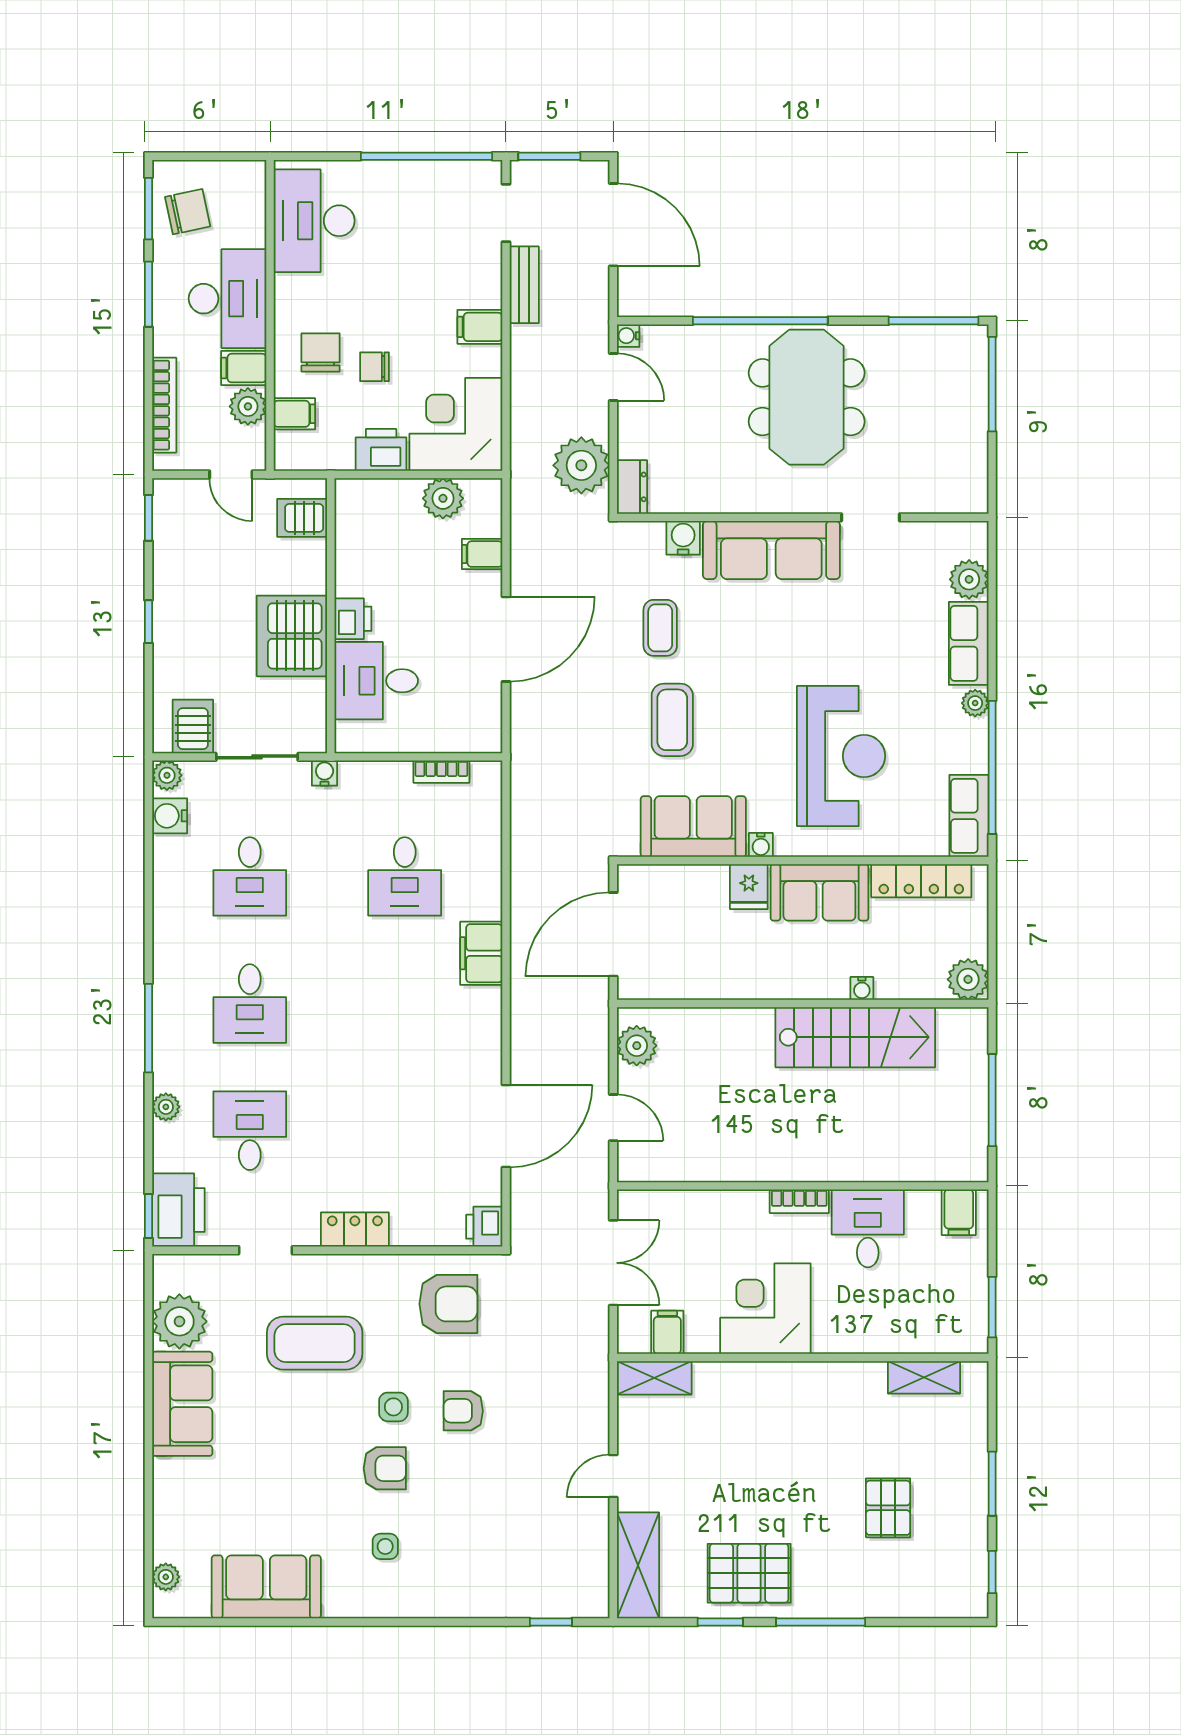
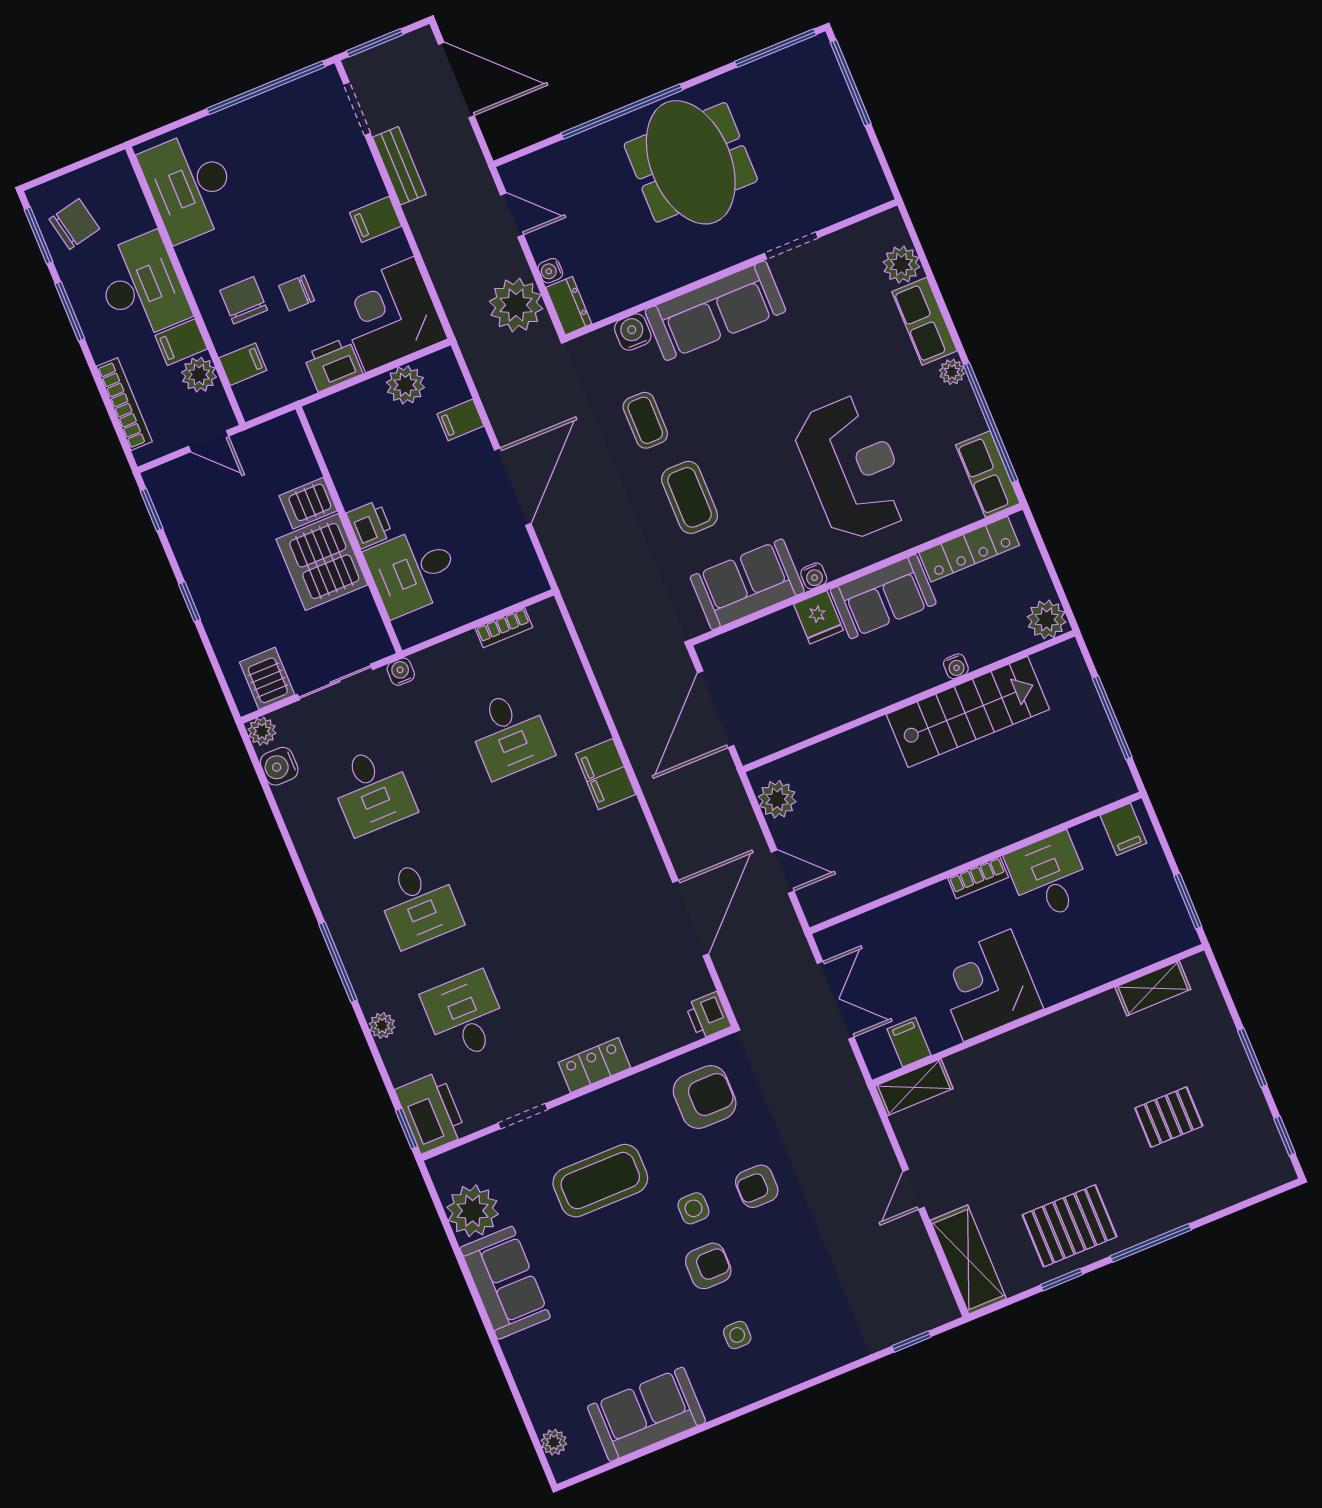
water cooler: (628, 336) -> (550, 271), moved
server rack: (302, 518) -> (308, 503), moved
pallet: (888, 1508) -> (1169, 1117), turned 90

